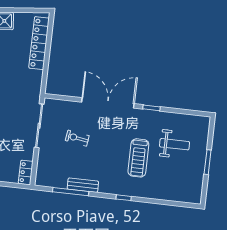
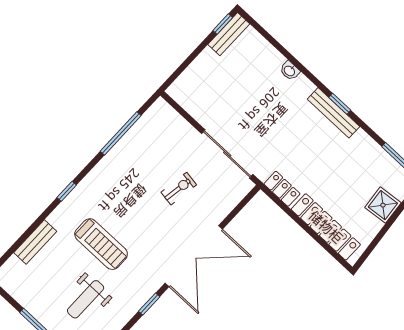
treadmill: (138, 158) -> (101, 244), turned 180
locker: (26, 172) -> (282, 189), moved
bench: (83, 185) -> (35, 242), moved

